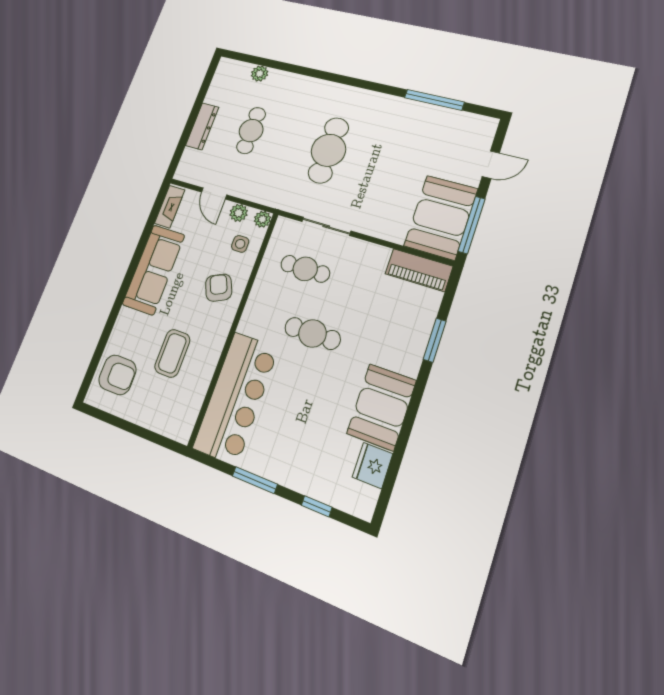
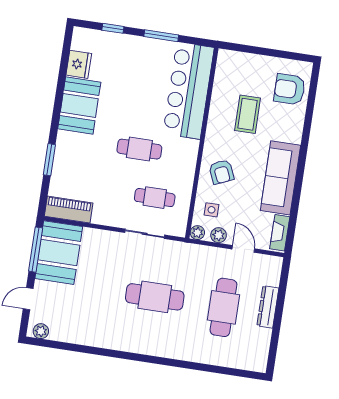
plant: (260, 74) -> (41, 331), moved
window: (434, 100) -> (78, 348), removed
cafe table: (251, 130) -> (223, 307), width x1.37, depth x1.35
cafe table: (328, 150) -> (155, 297), turned 90

